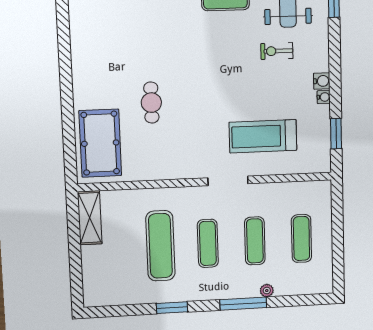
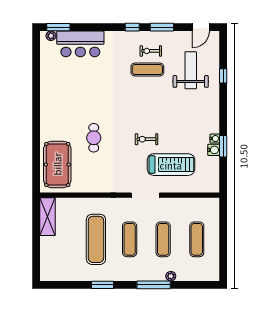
exercise bike: (277, 51) -> (146, 139), moved
water cooler: (322, 81) -> (214, 150), moved
window: (336, 134) -> (223, 146), moved
treadmill: (263, 136) -> (171, 165), turned 180

